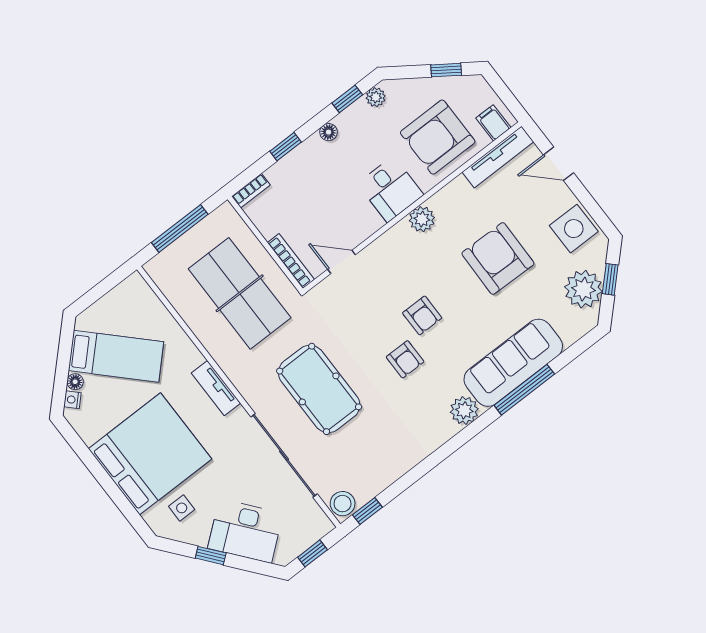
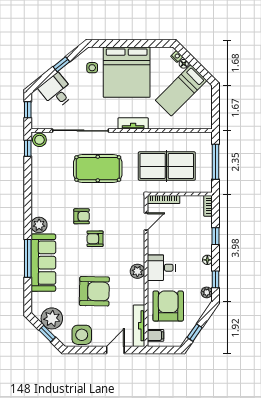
armchair: (405, 359) -> (82, 216), turned 180
desk: (245, 531) -> (57, 91), width x0.73

